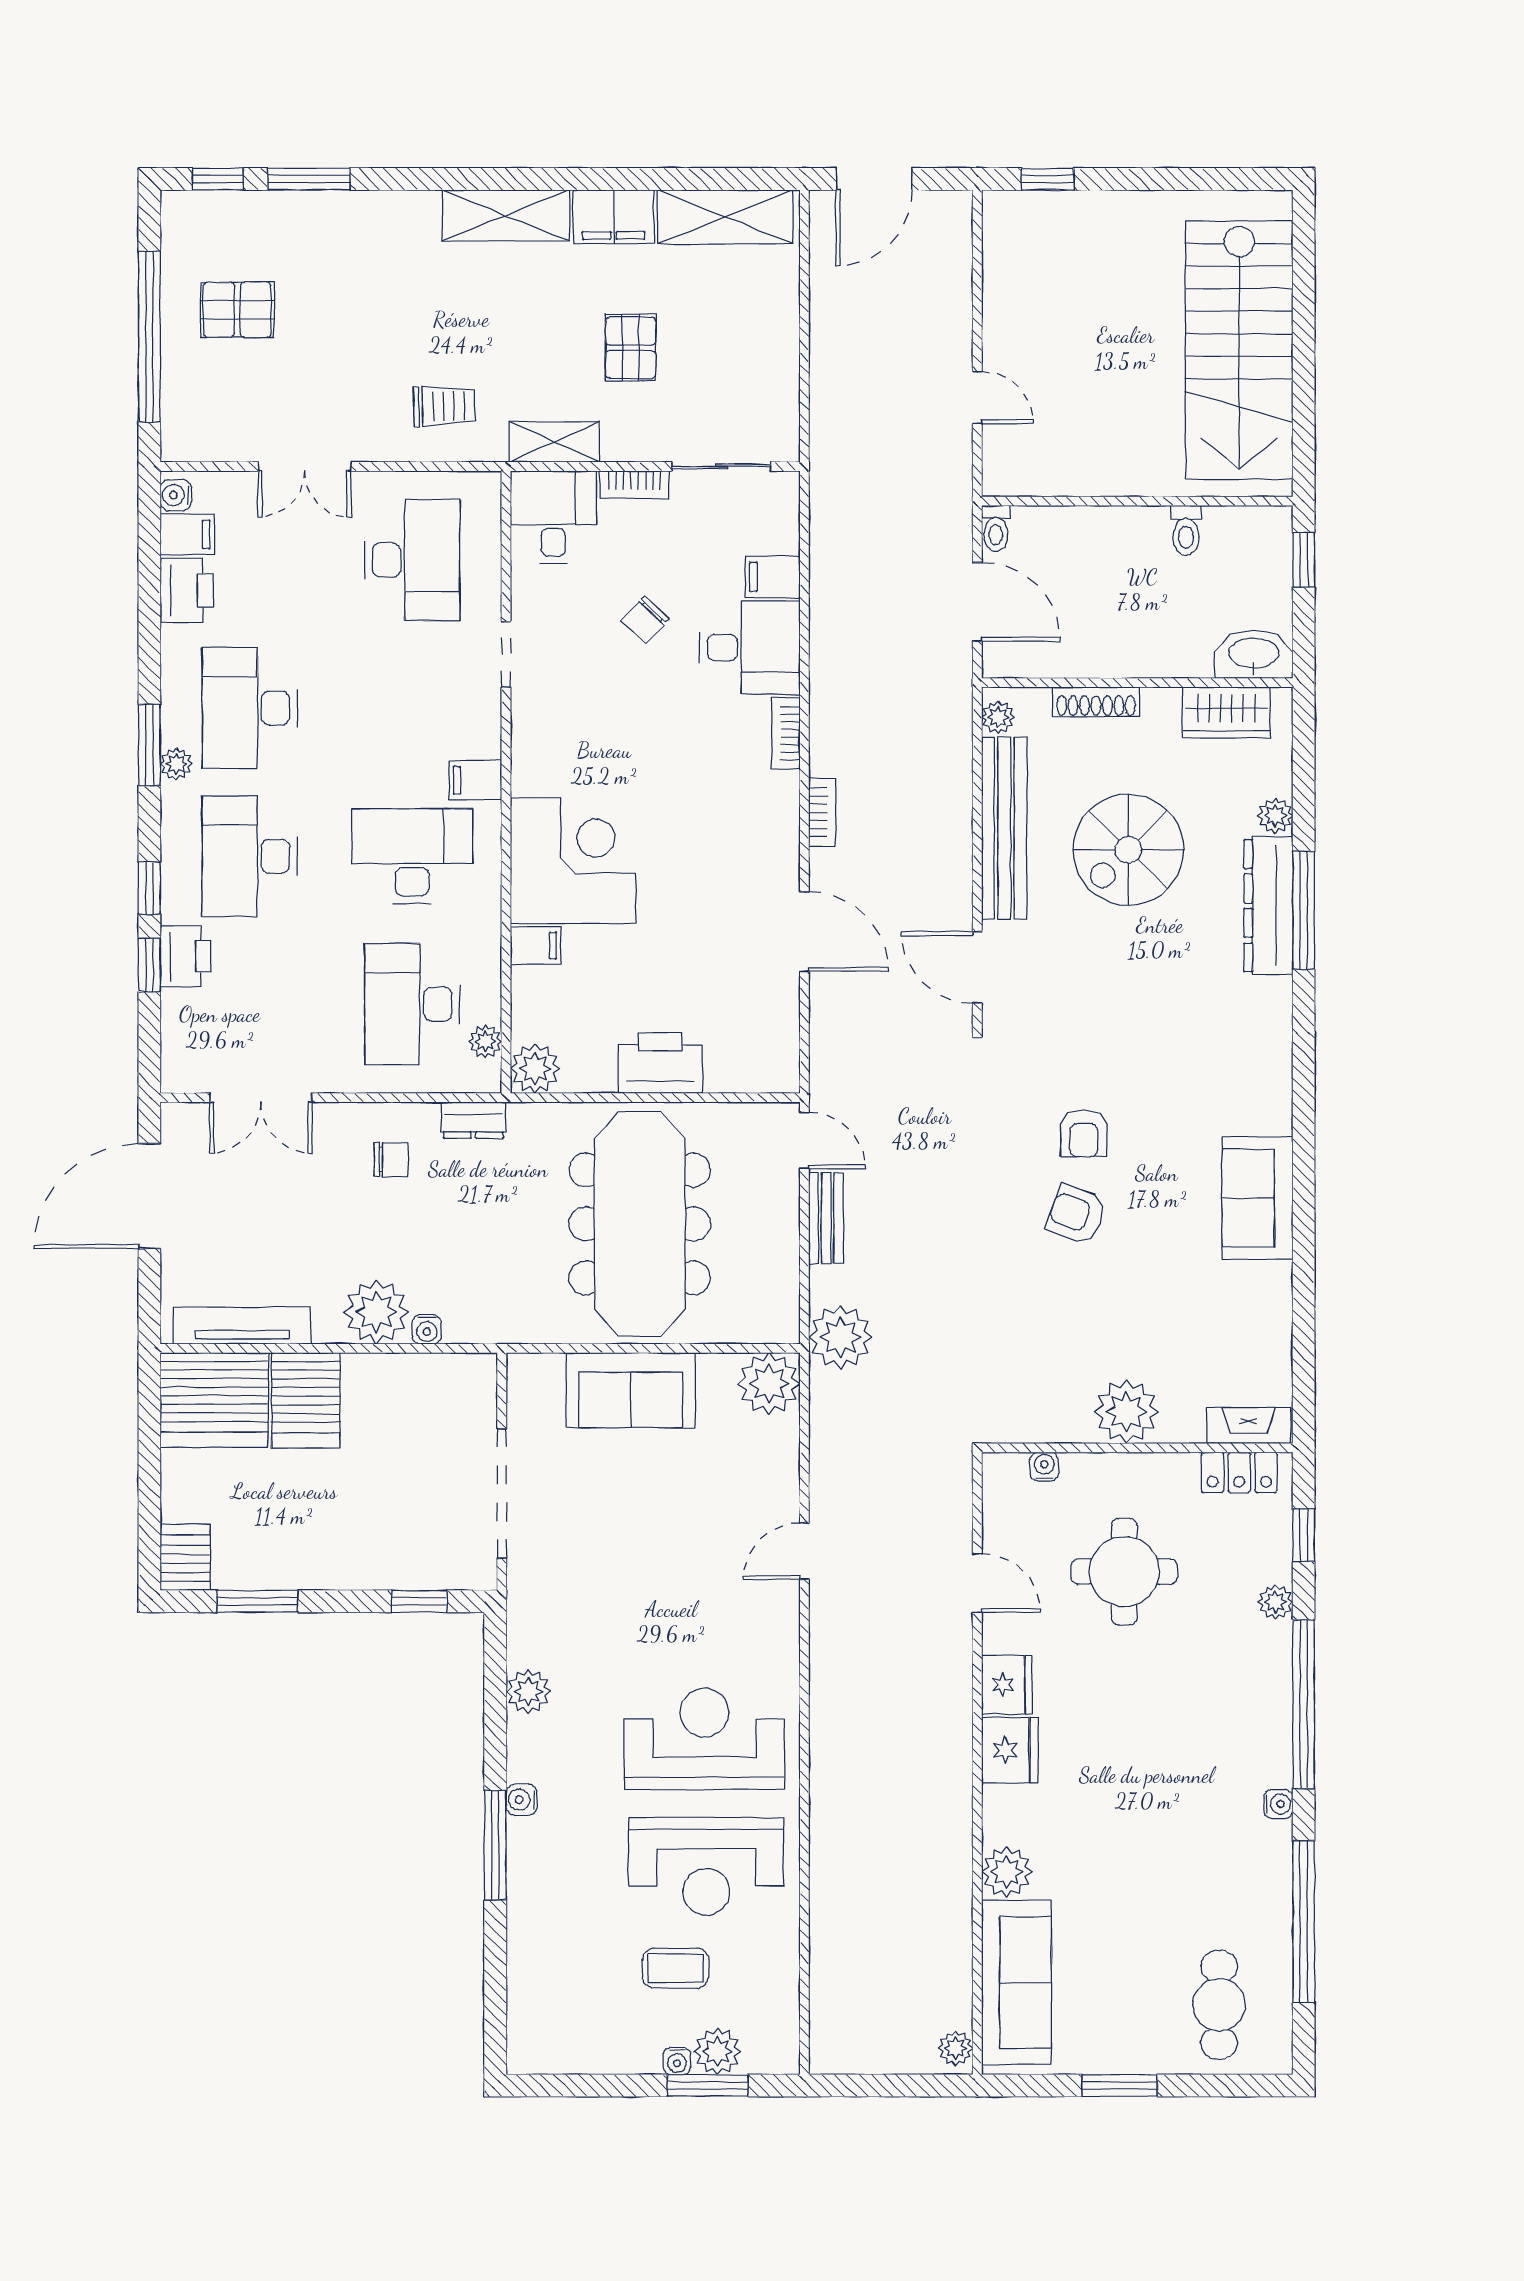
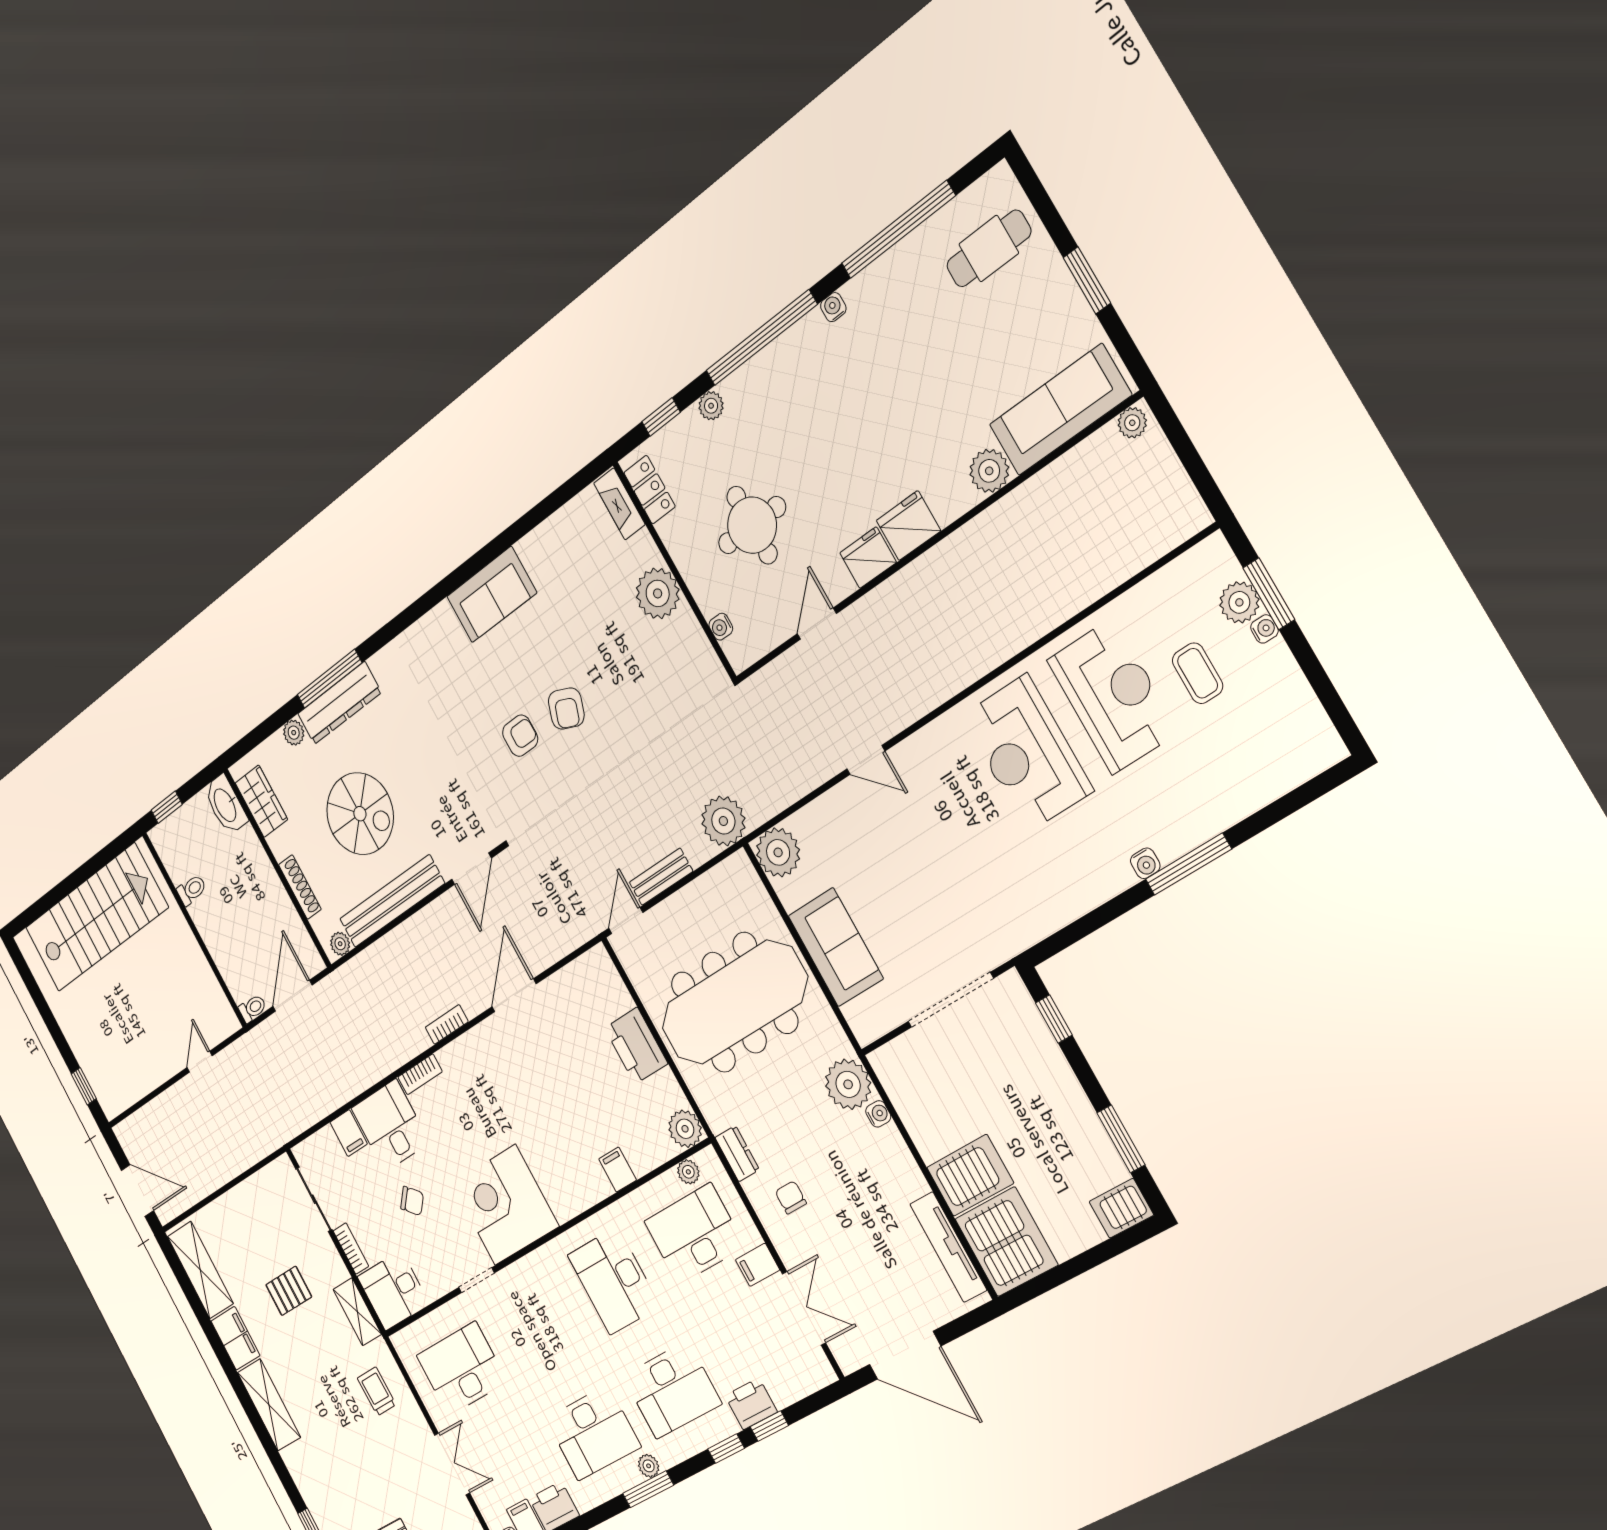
filing cabinet: (475, 780) -> (758, 1265), moved, turned 90
corner desk: (573, 861) -> (505, 1205), moved
desk: (412, 1004) -> (694, 1234), turned 180
plant: (376, 1312) -> (848, 1084), moved
plant: (528, 1691) -> (1069, 903), removed

